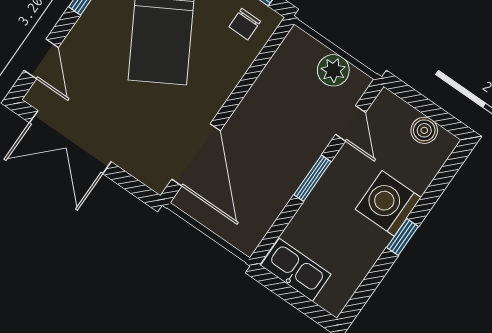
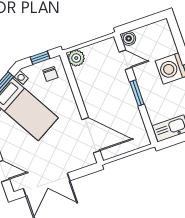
plant: (333, 70) -> (76, 58), moved
boiler: (424, 130) -> (129, 38), moved

